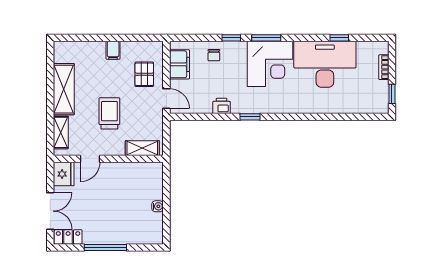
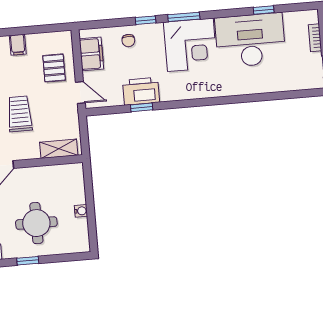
printer: (222, 106) -> (141, 91), width x1.87, depth x1.48
window: (250, 117) -> (142, 107), moved
round table: (116, 214) -> (36, 223), added
window: (105, 248) -> (28, 261), width x0.46

